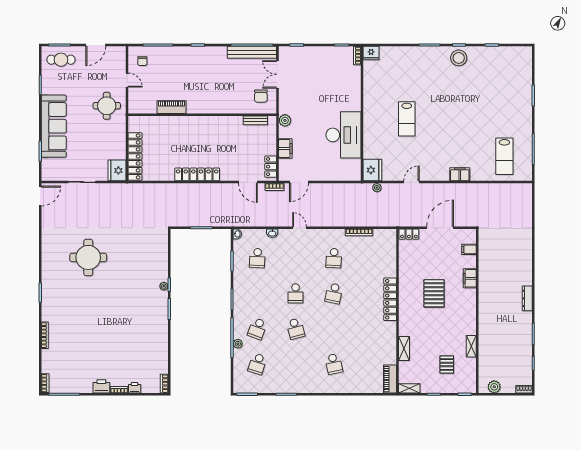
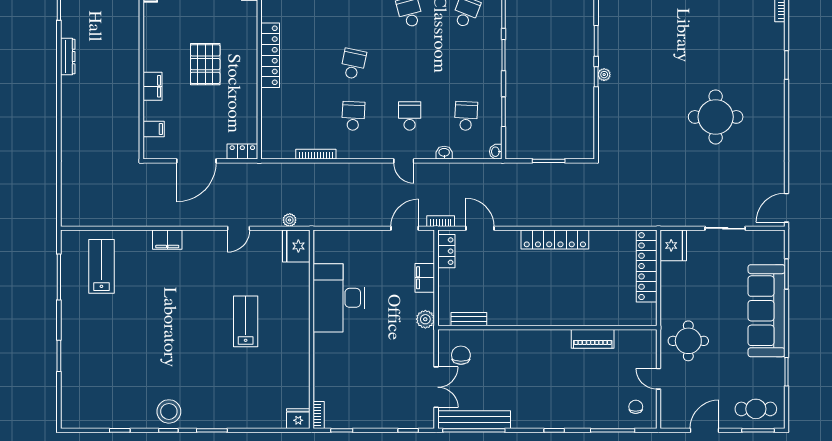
school desk: (296, 293) -> (410, 116), moved

